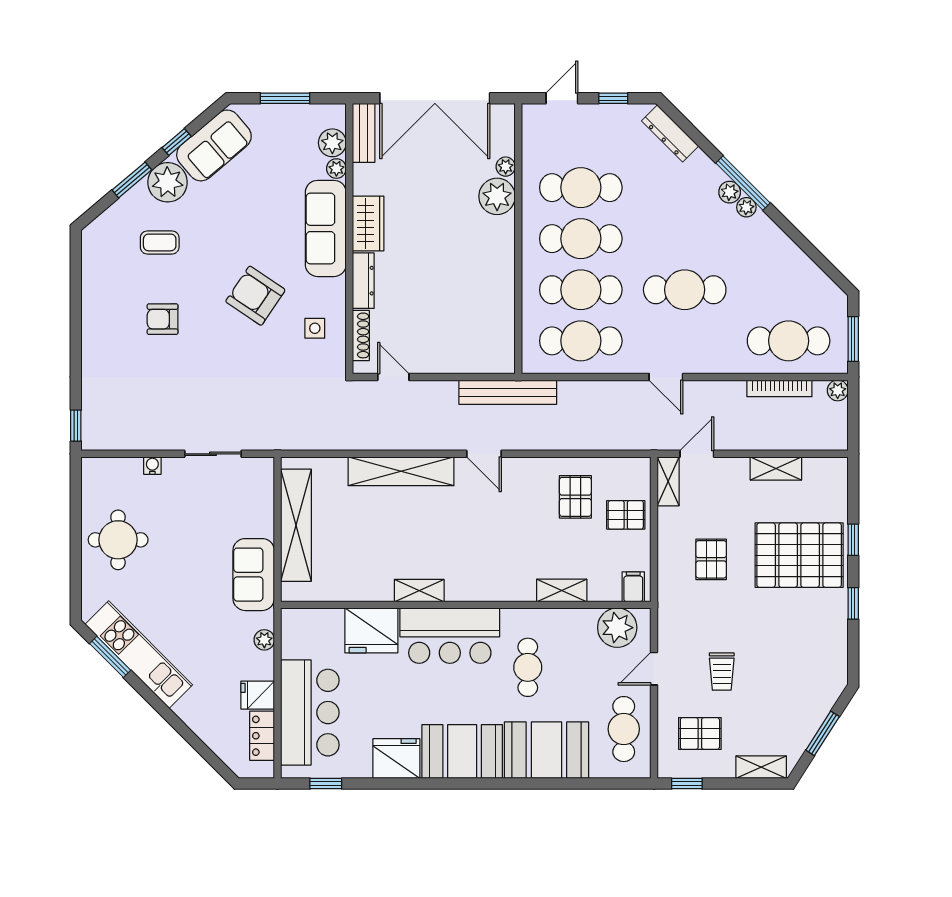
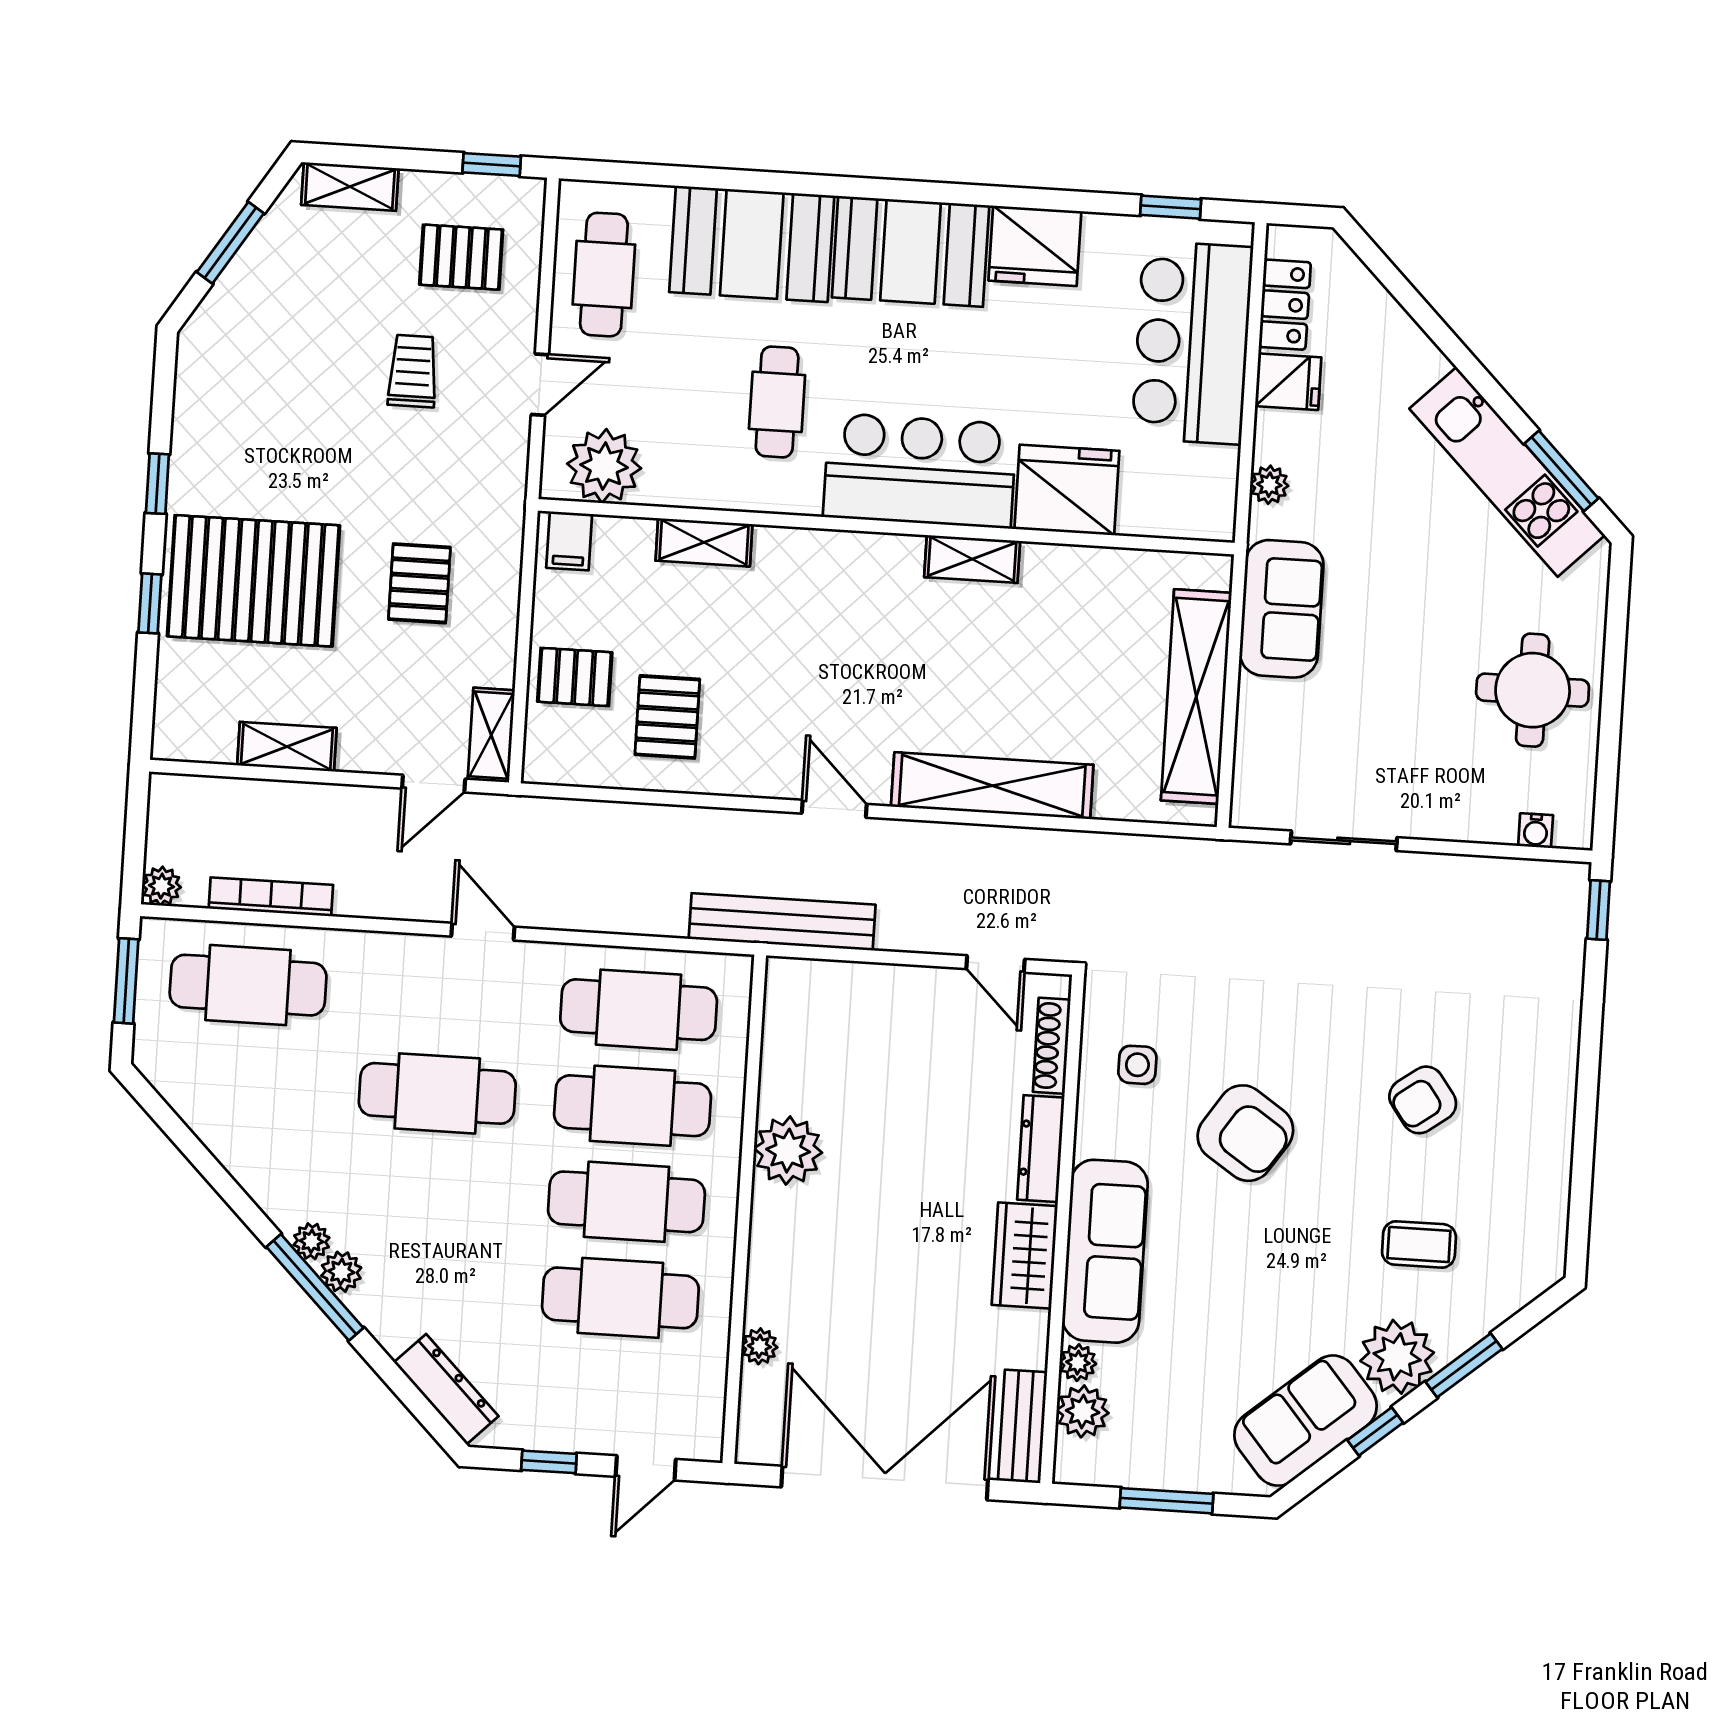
plant: (497, 196) -> (788, 1151), moved
armchair: (163, 319) -> (1423, 1100), turned 144
water cooler: (152, 466) -> (1536, 831), moved

